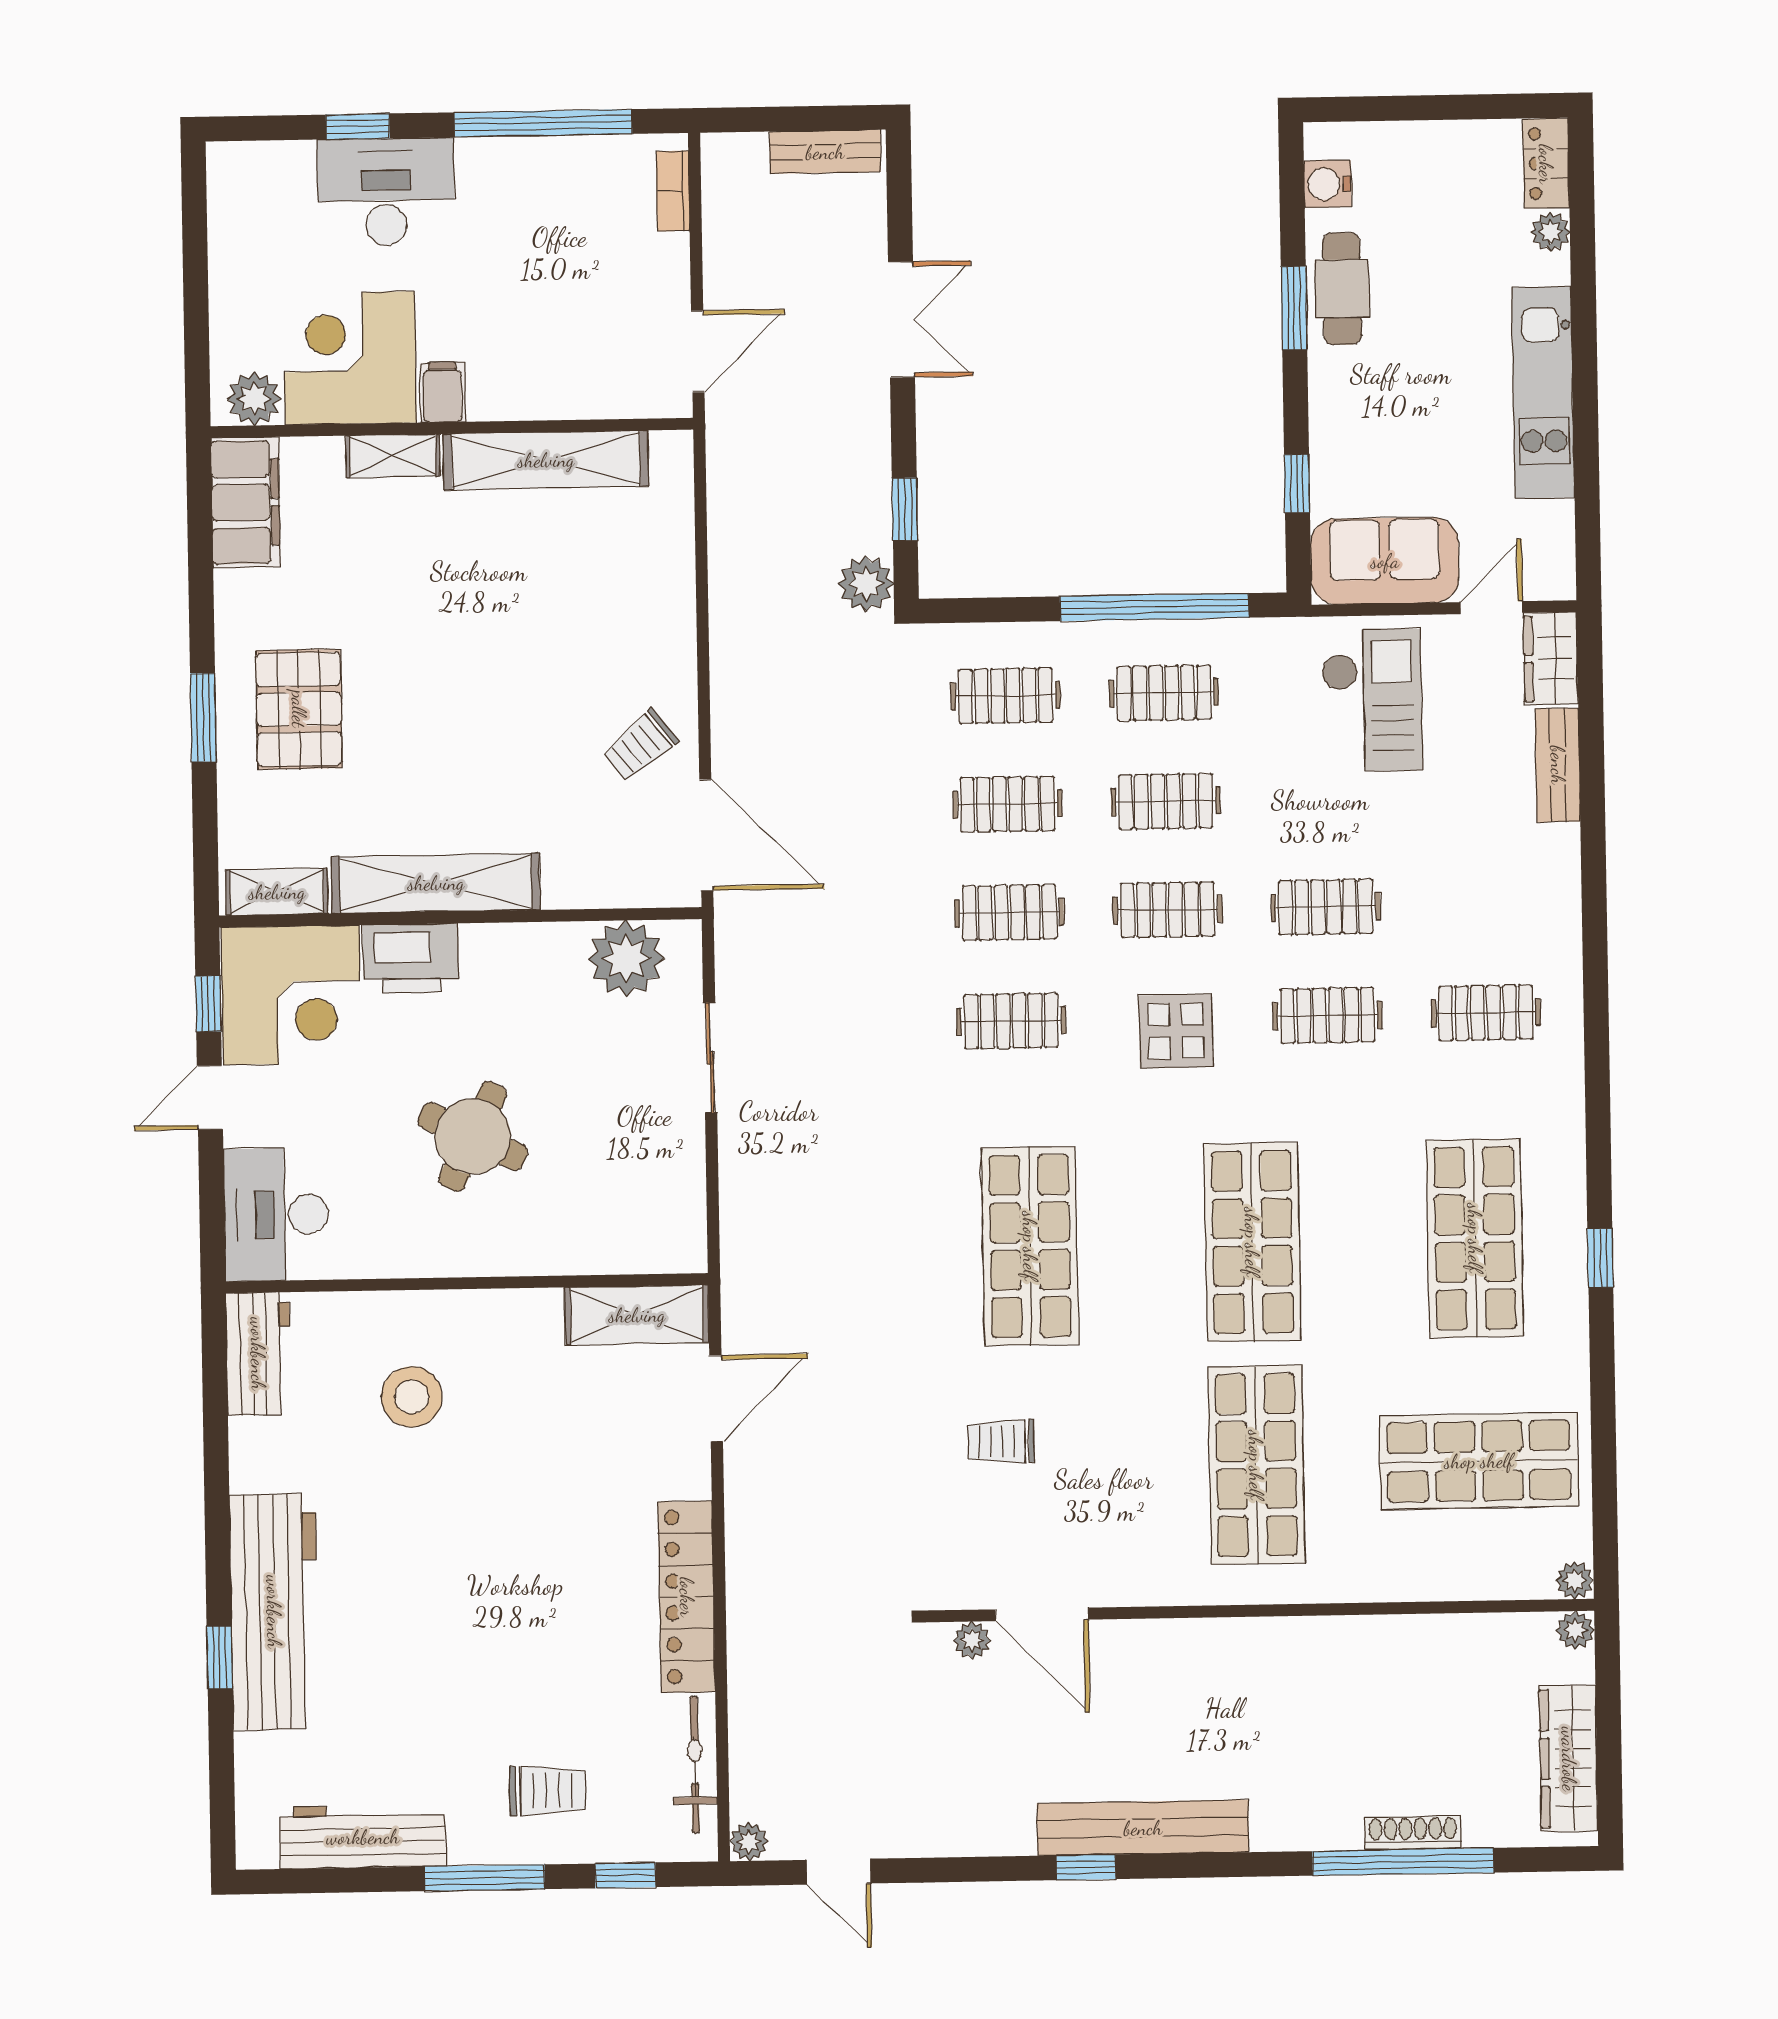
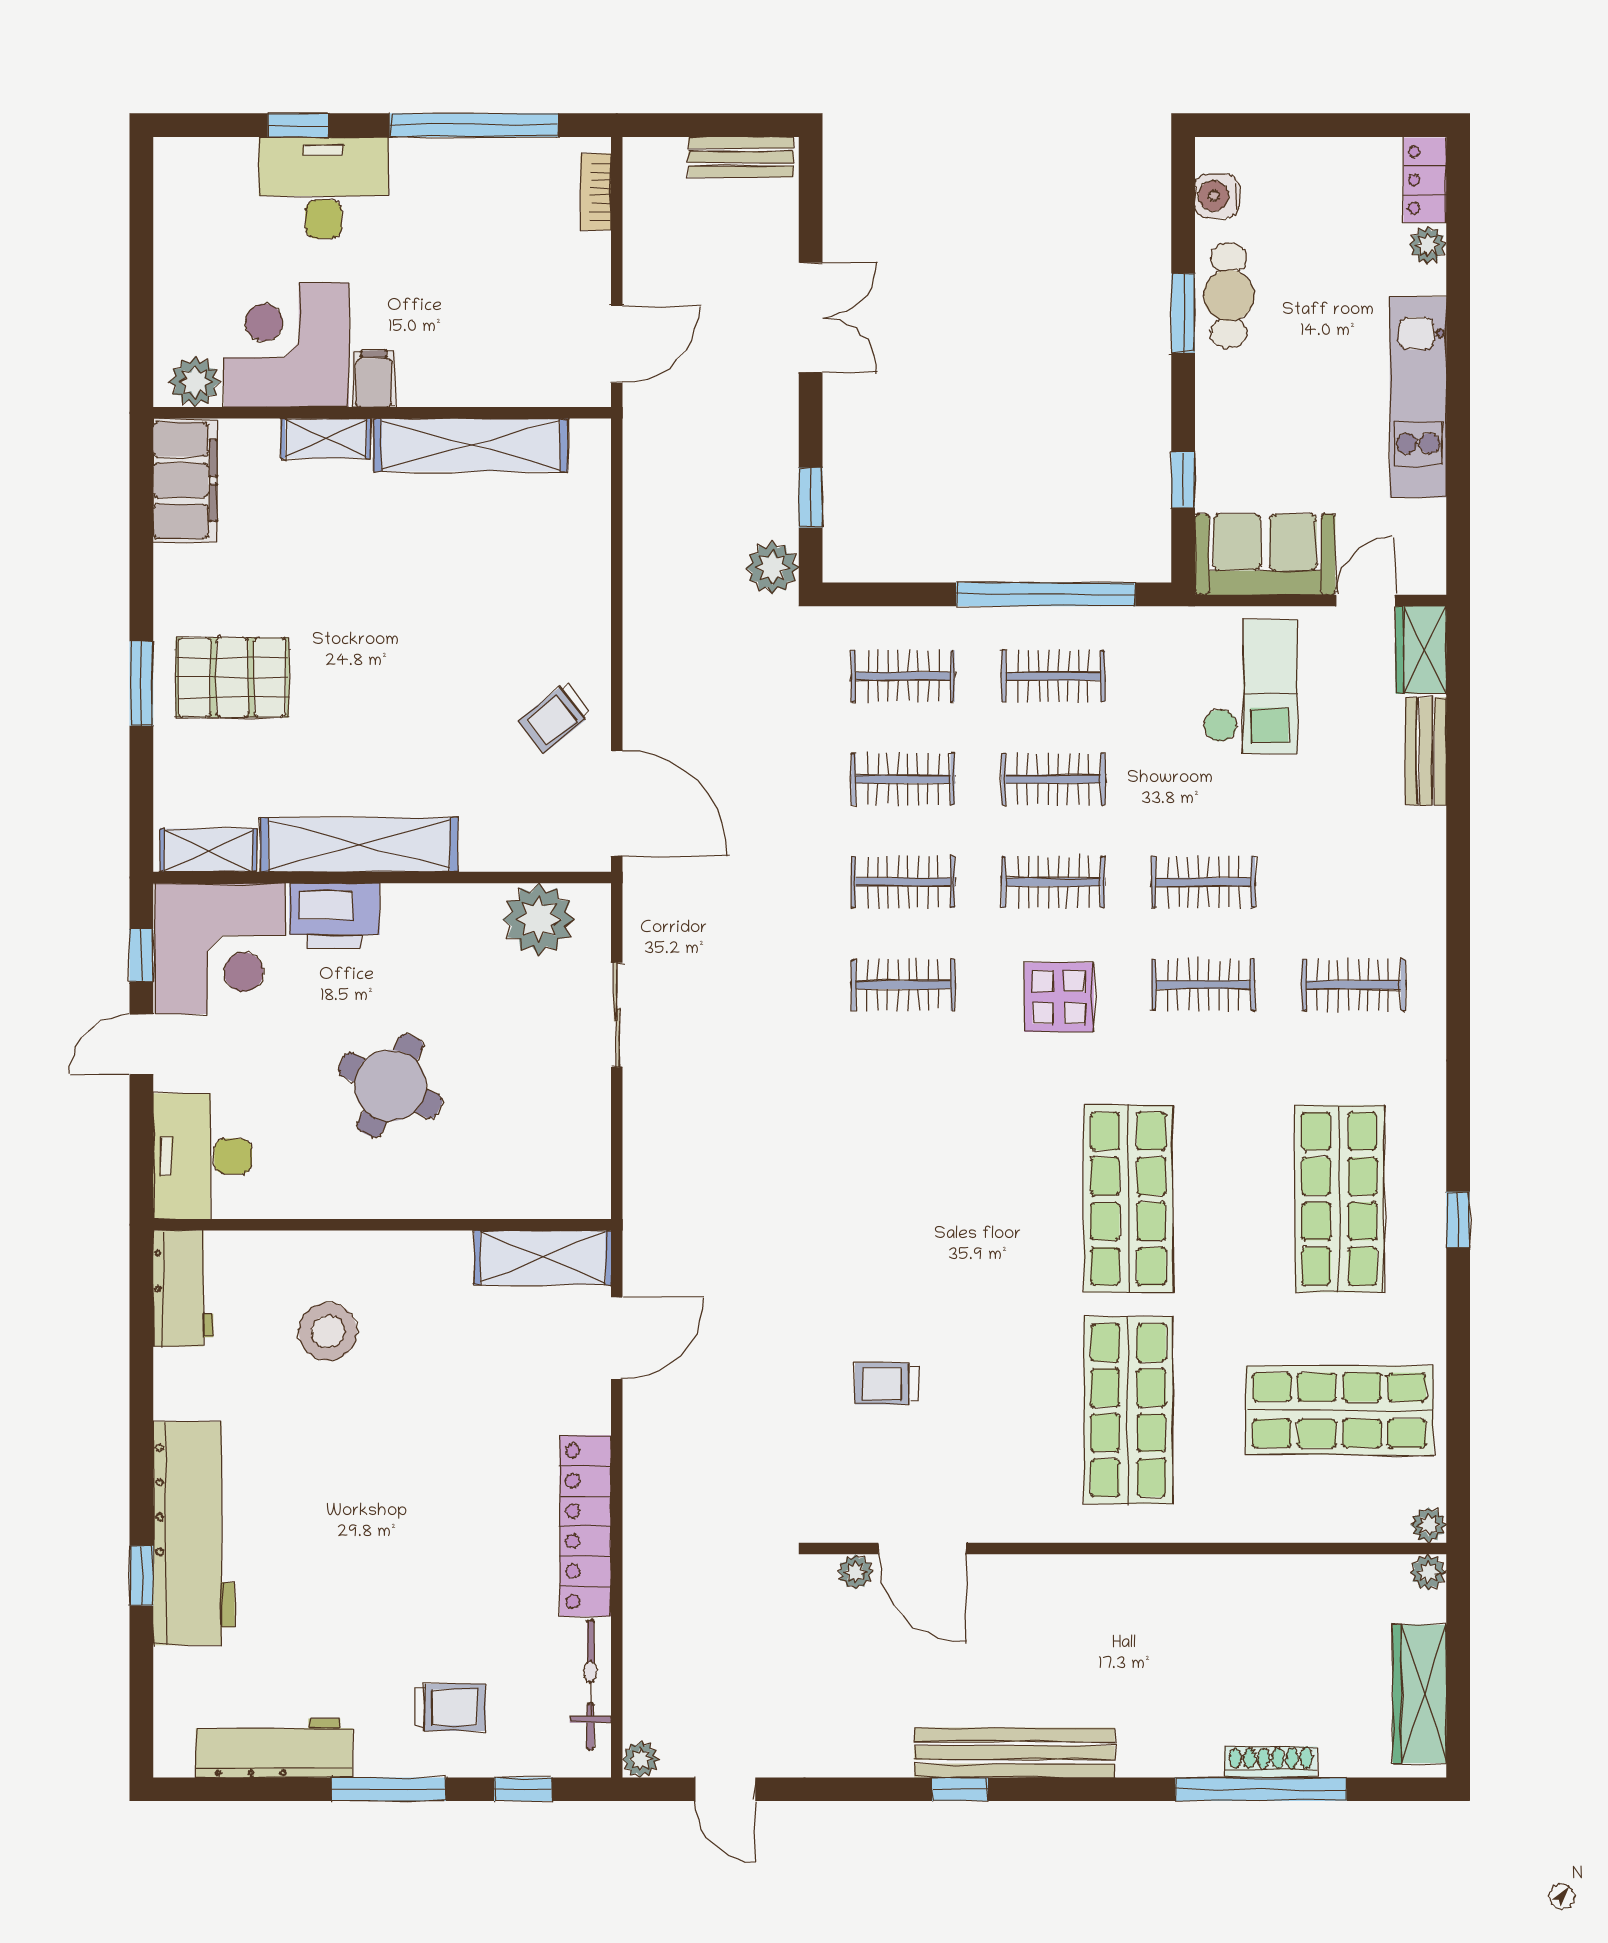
pallet: (299, 709) -> (232, 677), turned 90
shop shelf: (1030, 1246) -> (917, 1199), removed

